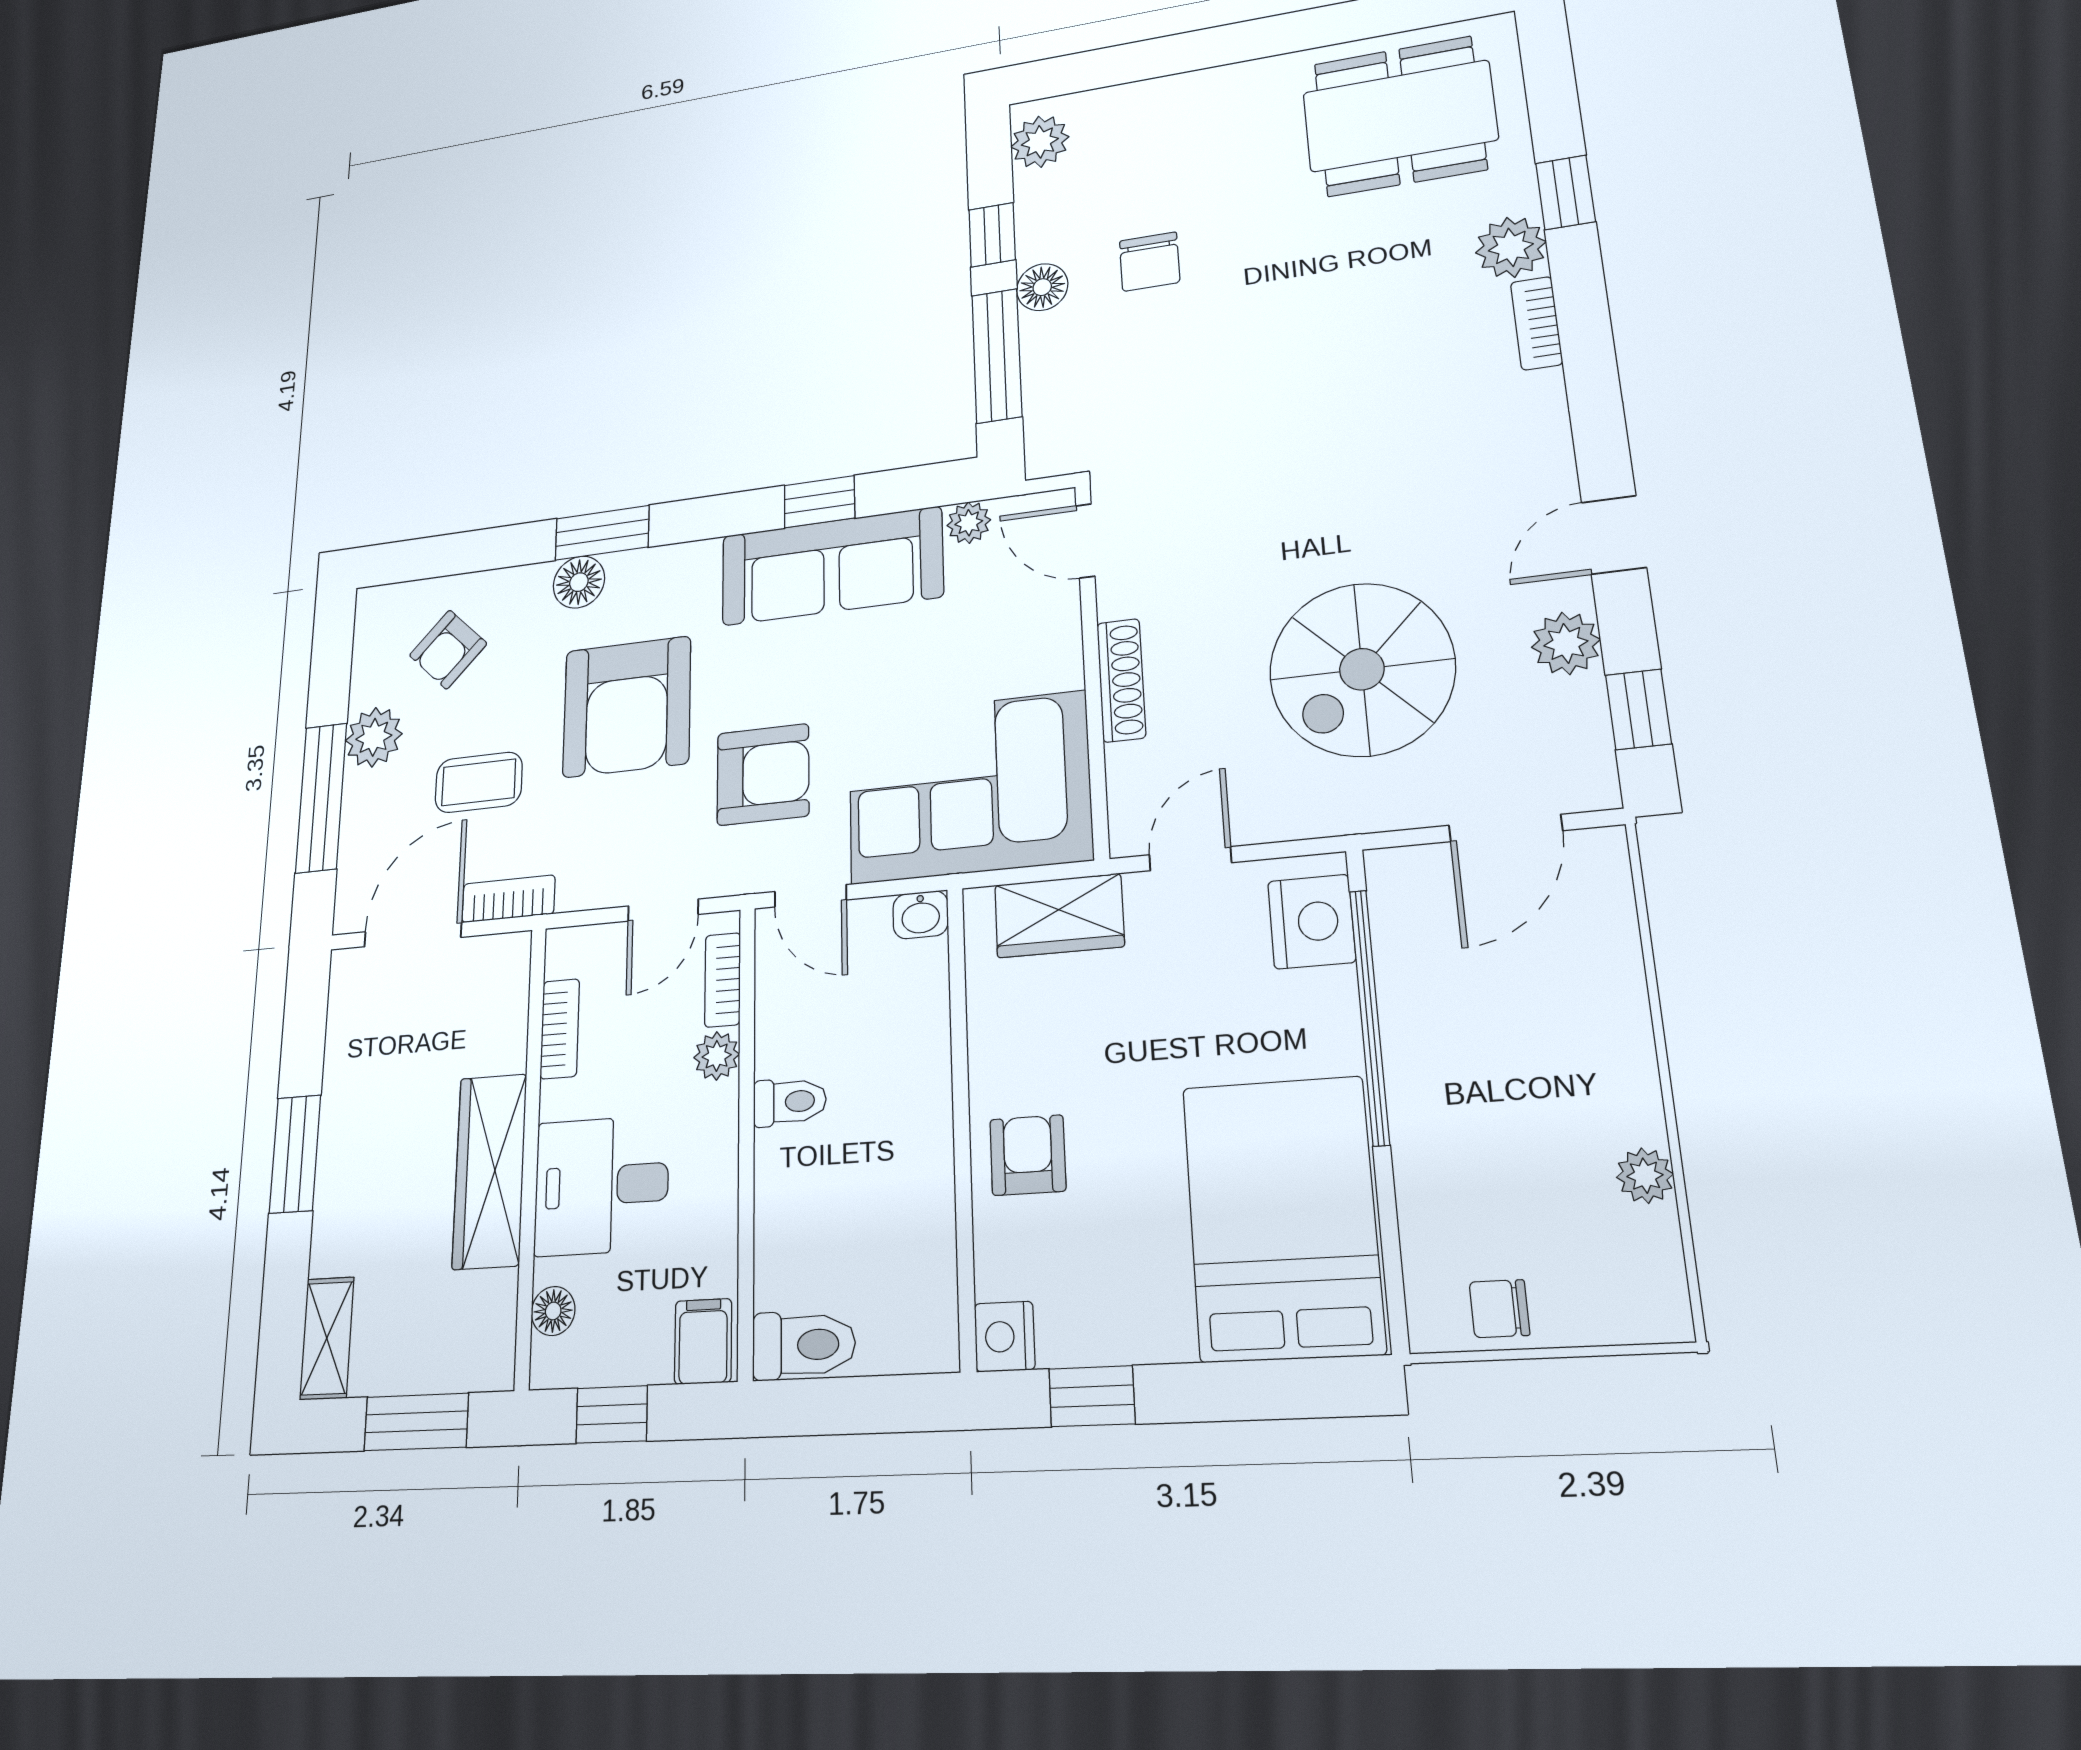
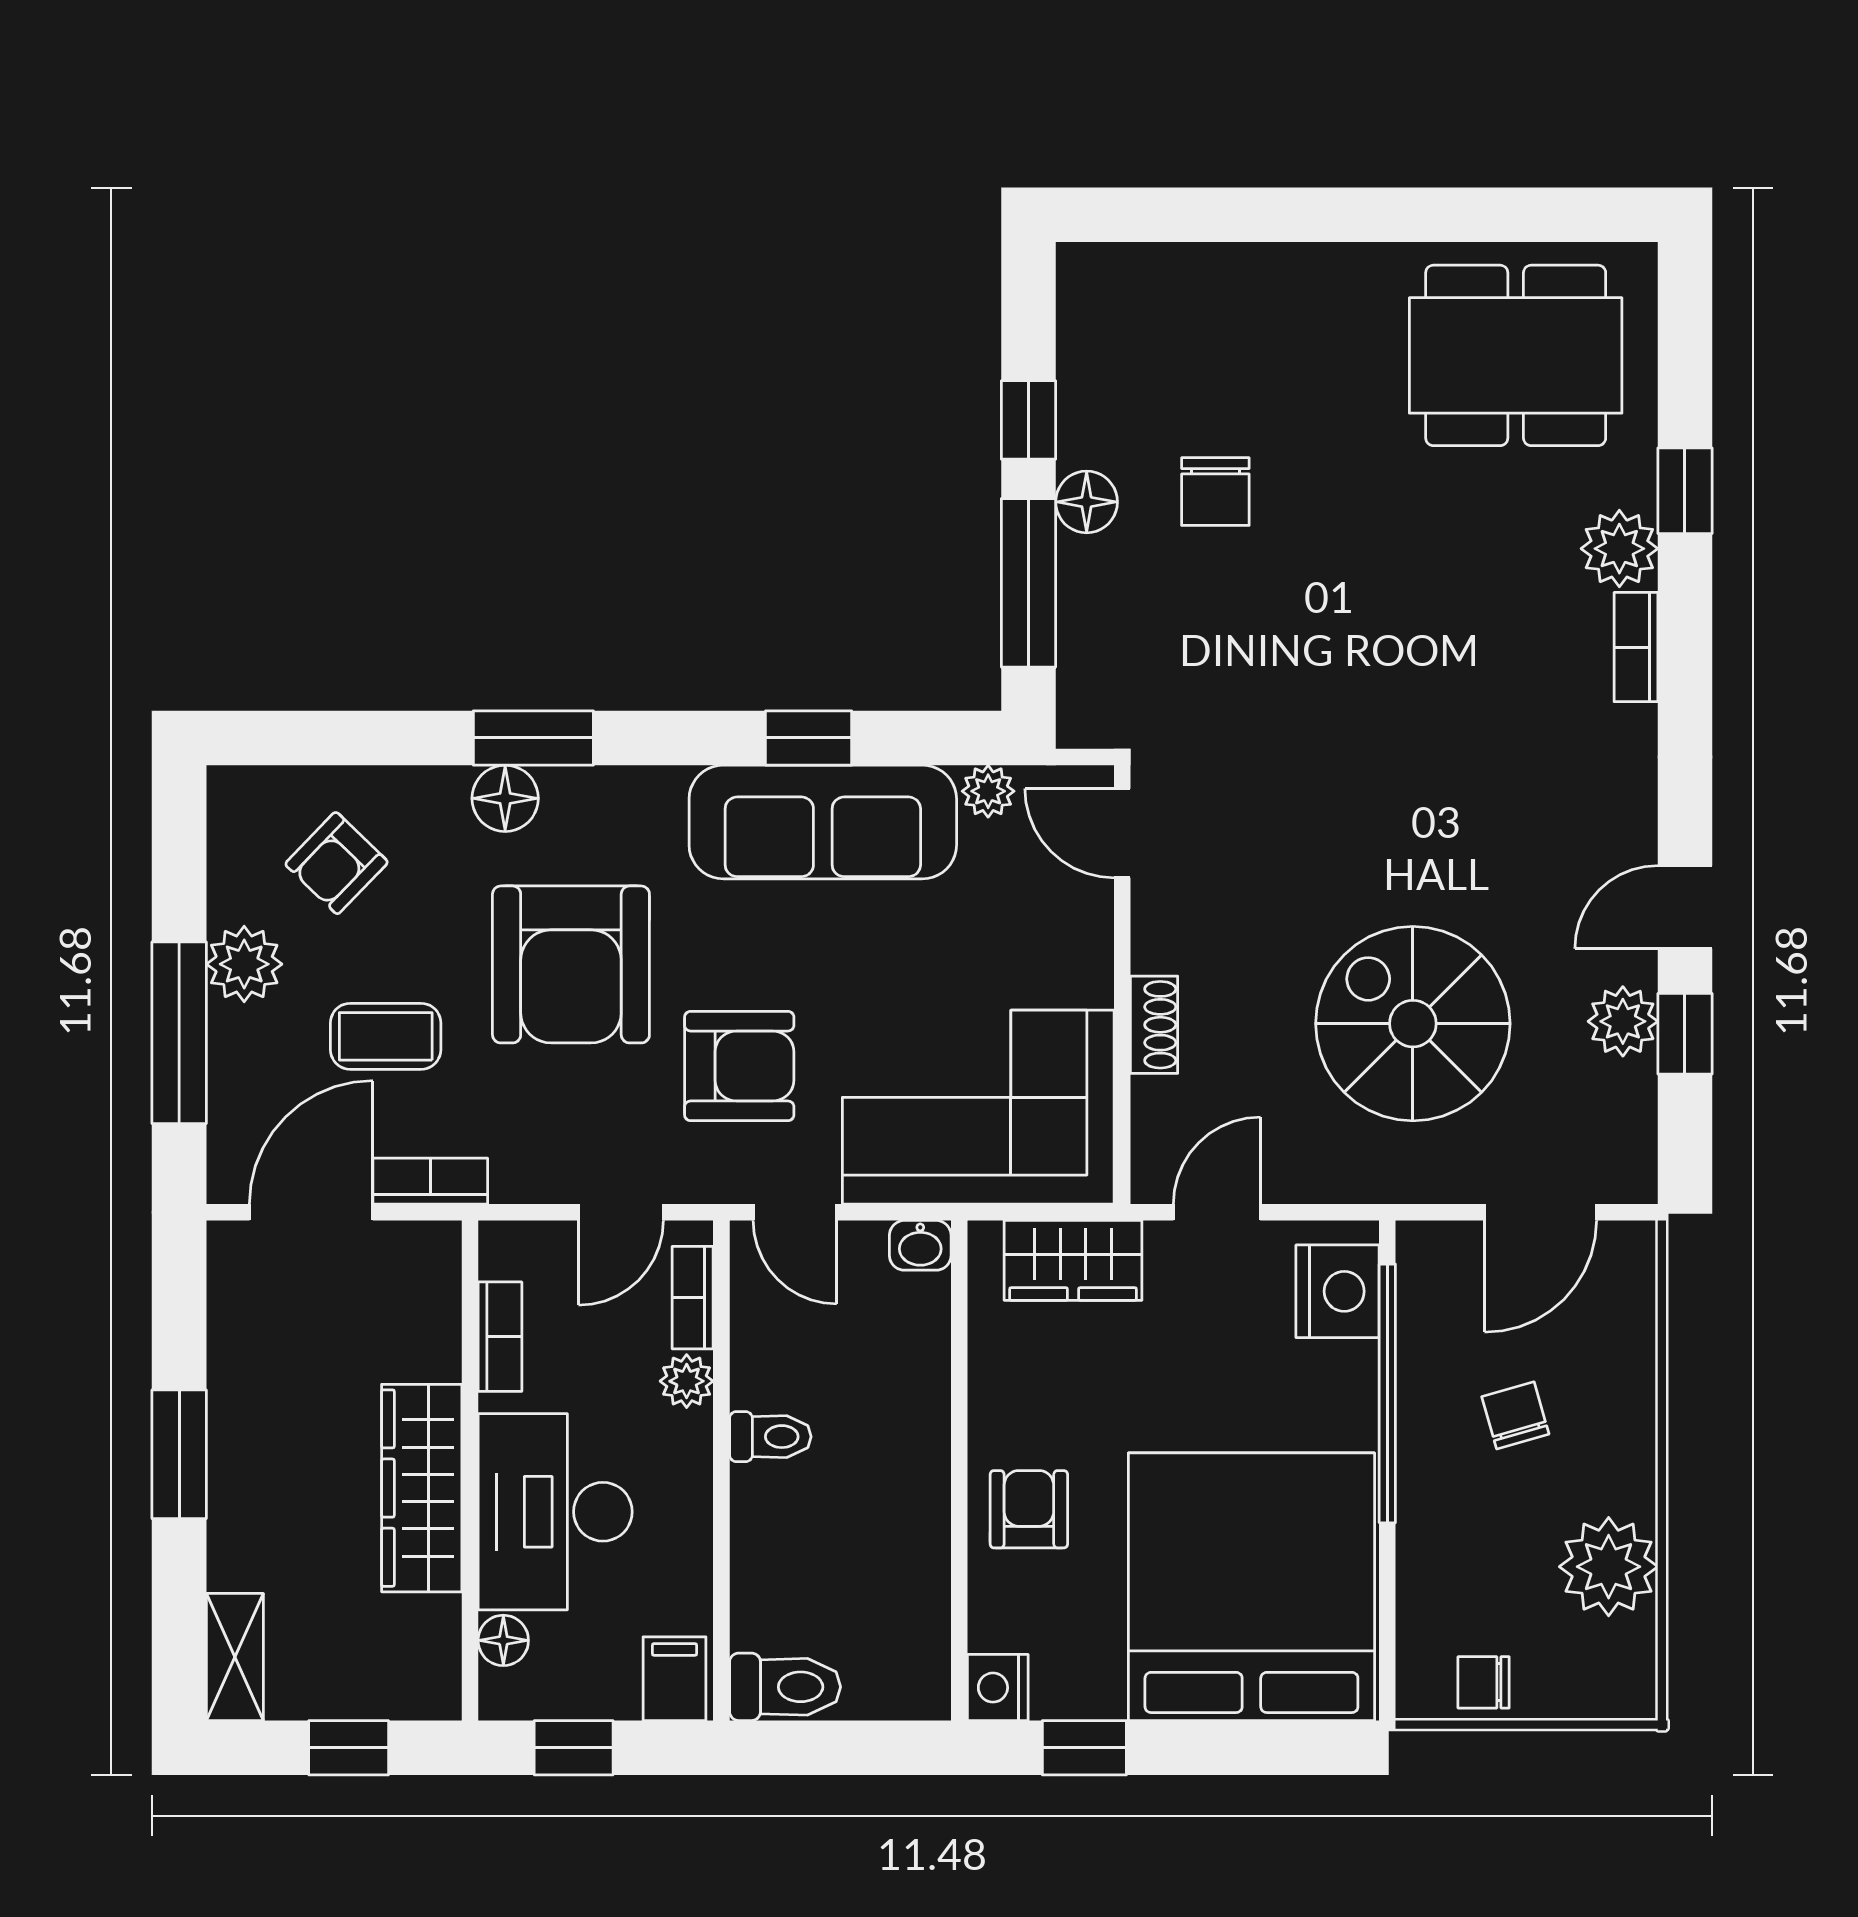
plant: (1040, 142) -> (1092, 303), removed
spiral stairs: (1362, 669) -> (1413, 1024), turned 90
shoe rack: (1121, 680) -> (1154, 1025), width x0.70
window: (1638, 709) -> (1685, 1034), moved
chair: (1502, 1028) -> (1515, 1415), added
plant: (1645, 1176) -> (1609, 1567), width x1.88, depth x1.88
desk: (601, 1185) -> (555, 1512), width x1.37
bed: (1282, 1218) -> (1251, 1587), width x1.36
window: (416, 1422) -> (349, 1748), width x0.67

